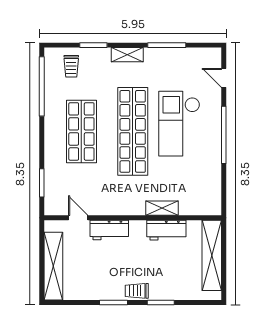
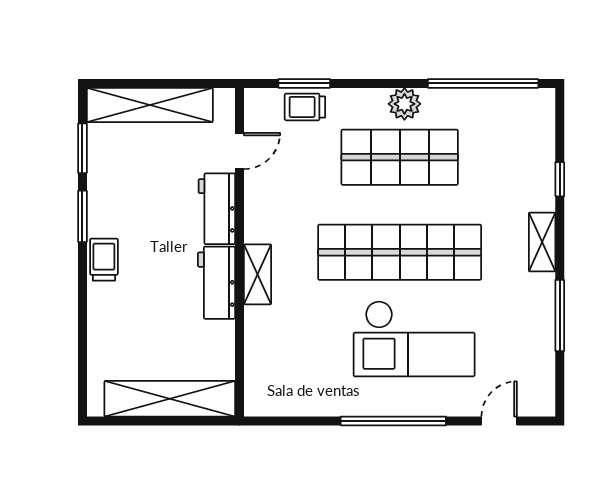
window: (93, 45) -> (560, 179), width x0.67
trolley: (71, 66) -> (305, 107), moved
checkout: (179, 124) -> (414, 339), turned 180
plant: (53, 129) -> (404, 104), added
shelving: (162, 208) -> (257, 274), moved
workbench: (166, 230) -> (217, 283), moved
window: (161, 302) -> (82, 148), moved

